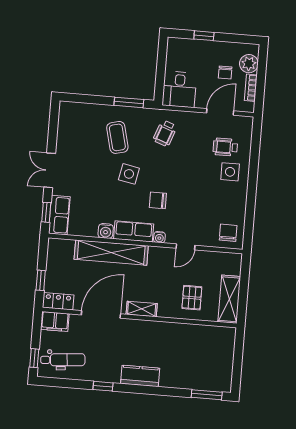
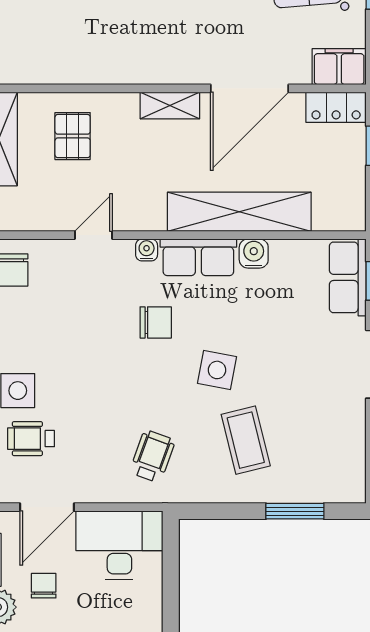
desk: (179, 89) -> (119, 545), width x1.37
window: (129, 102) -> (295, 511), moved
wheelchair: (225, 147) -> (31, 439), turned 180

